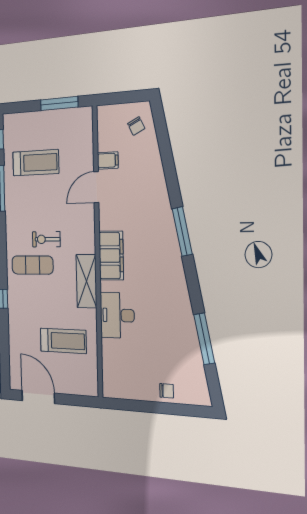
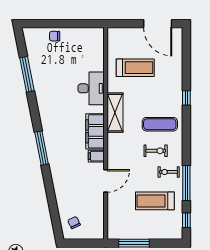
filing cabinet: (108, 160) -> (96, 156), moved
exercise bike: (21, 202) -> (169, 172), added
exercise bike: (46, 239) -> (156, 151), moved
treadmill: (63, 341) -> (135, 68), turned 180

